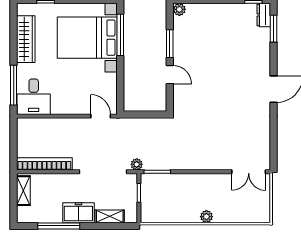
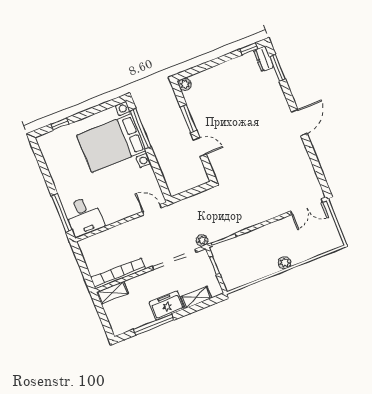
wardrobe: (26, 39) -> (56, 167), removed
shelving: (23, 191) -> (112, 293), moved, turned 90

